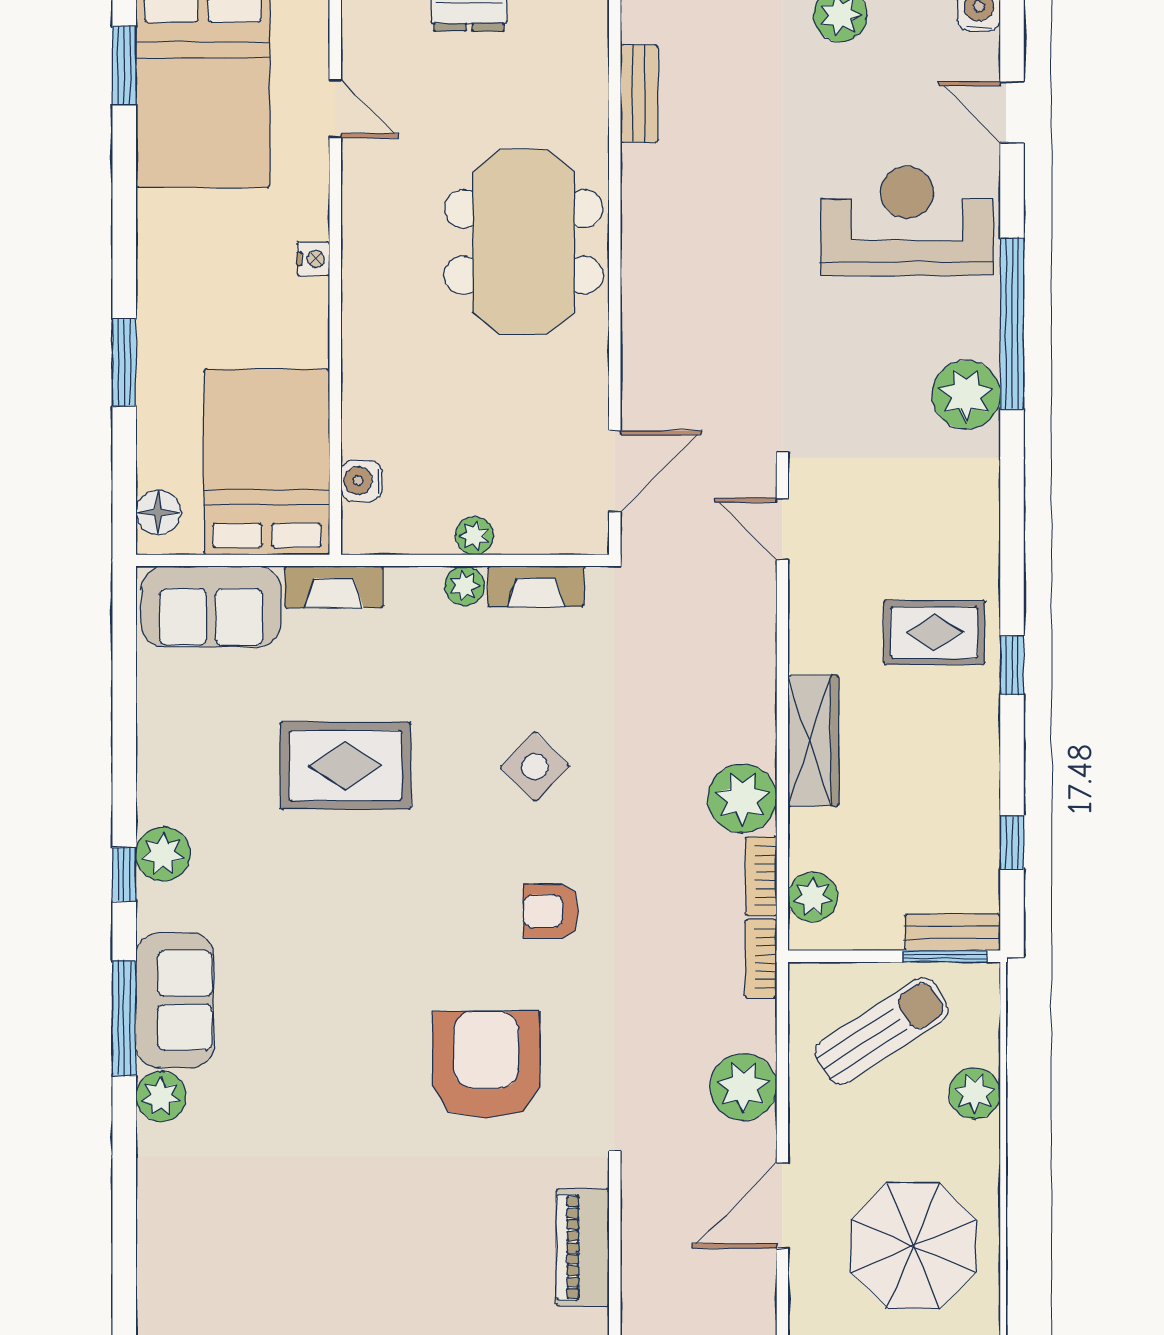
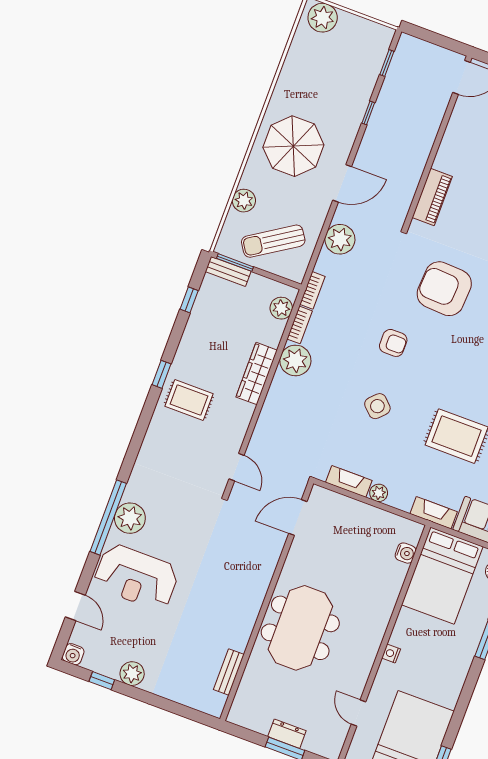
plant: (966, 395) -> (130, 518), moved
plant: (475, 536) -> (367, 512), removed
armchair: (486, 1065) -> (444, 289), turned 93

